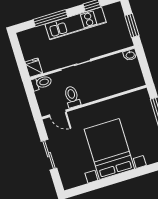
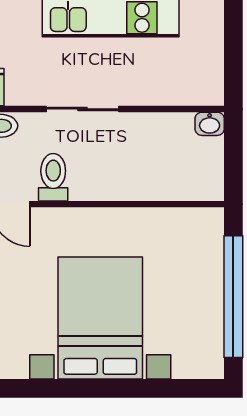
window: (132, 26) -> (233, 60), removed

